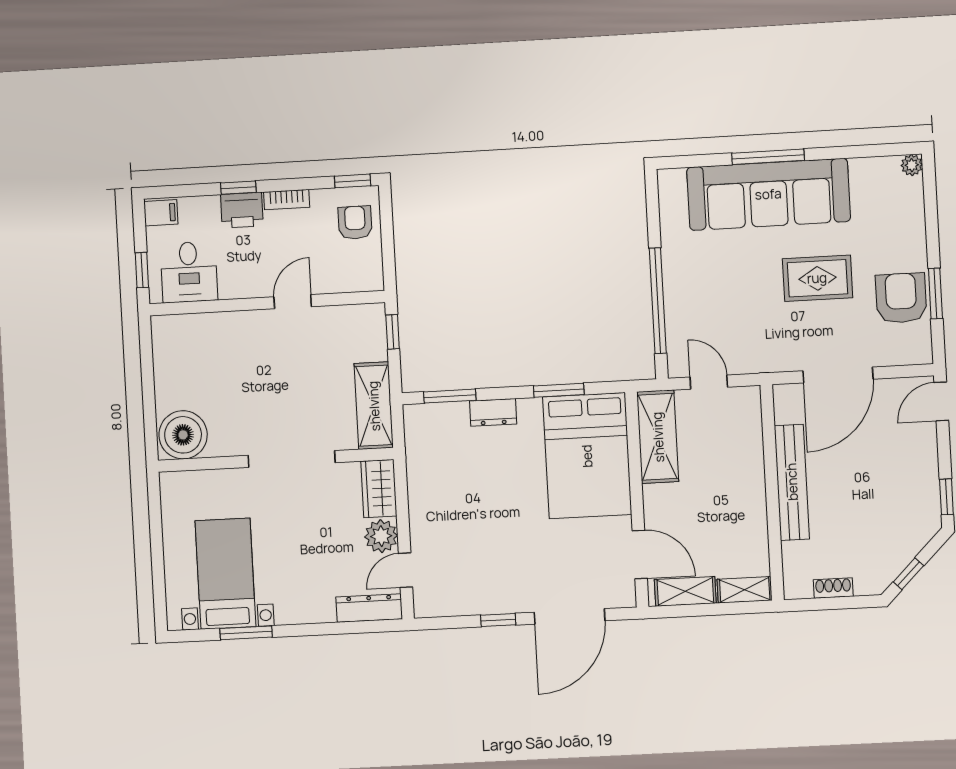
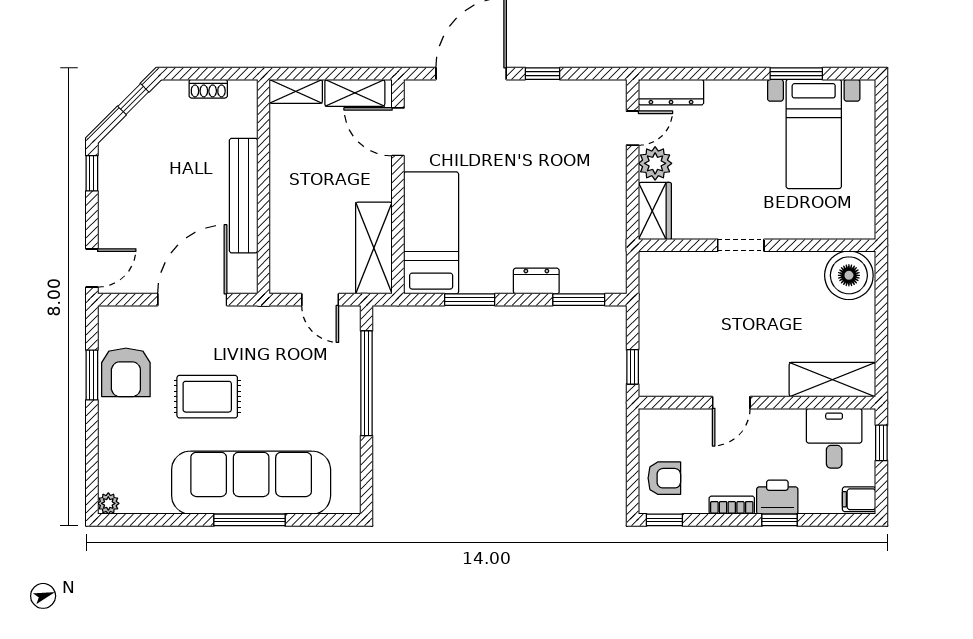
armchair: (355, 223) -> (664, 478), turned -90
shelving: (374, 406) -> (832, 380), moved, turned 90
bed: (587, 456) -> (431, 233), width x0.67
doorway: (292, 459) -> (741, 245), width x0.53

